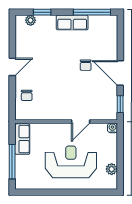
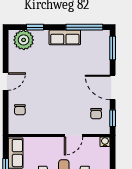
plant: (31, 20) -> (24, 40), width x1.88, depth x1.88
window: (120, 33) -> (113, 48), added
chair: (86, 65) -> (96, 114), moved

